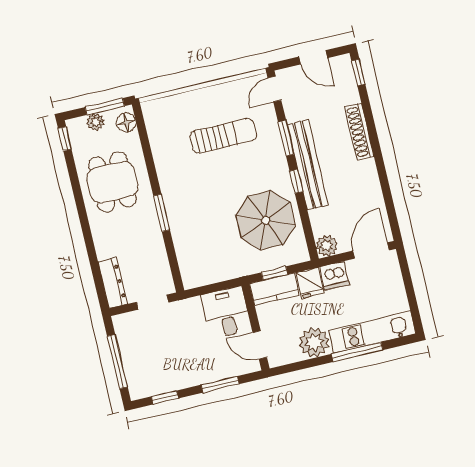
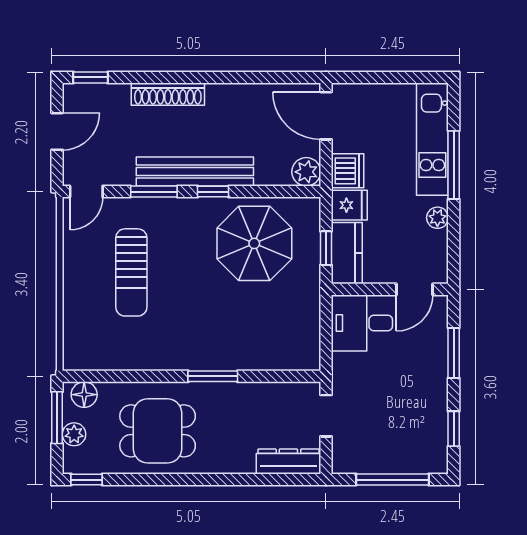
door: (274, 89) -> (86, 192), hinge flipped
sun lounger: (223, 136) -> (131, 272), turned 180
plant: (314, 342) -> (437, 218), width x0.53, depth x0.53

